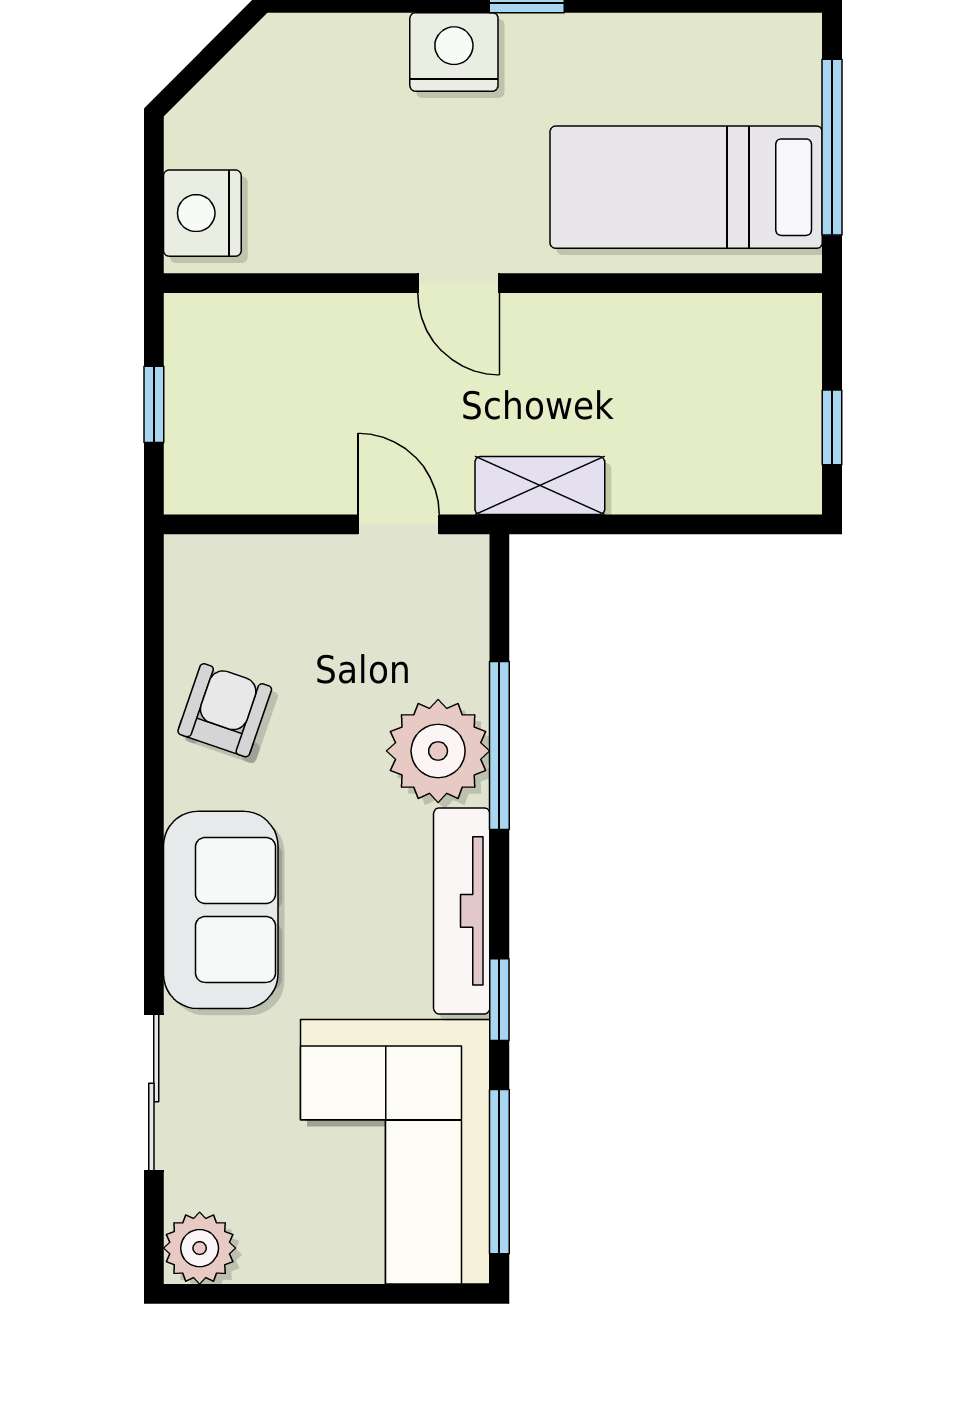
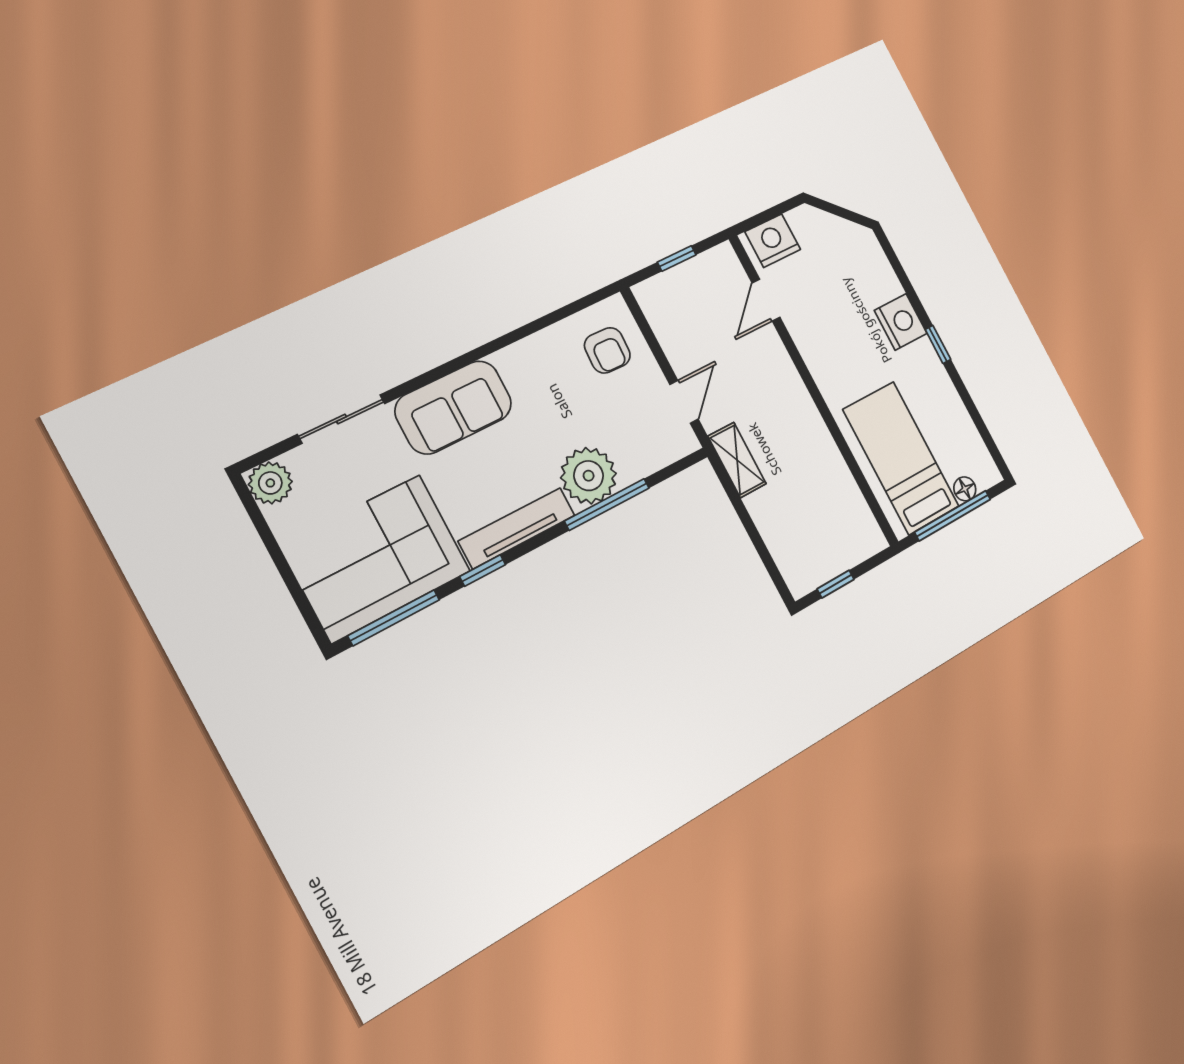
floor lamp: (799, 97) -> (965, 489), added
door: (458, 283) -> (766, 300), moved
armchair: (225, 710) -> (607, 350), moved, turned 73

